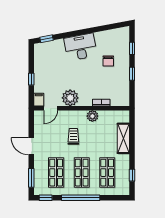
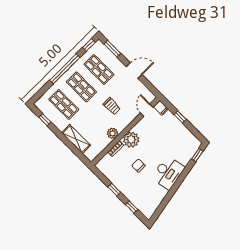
chair: (108, 61) -> (138, 165), moved
plant: (70, 98) -> (131, 140), moved

